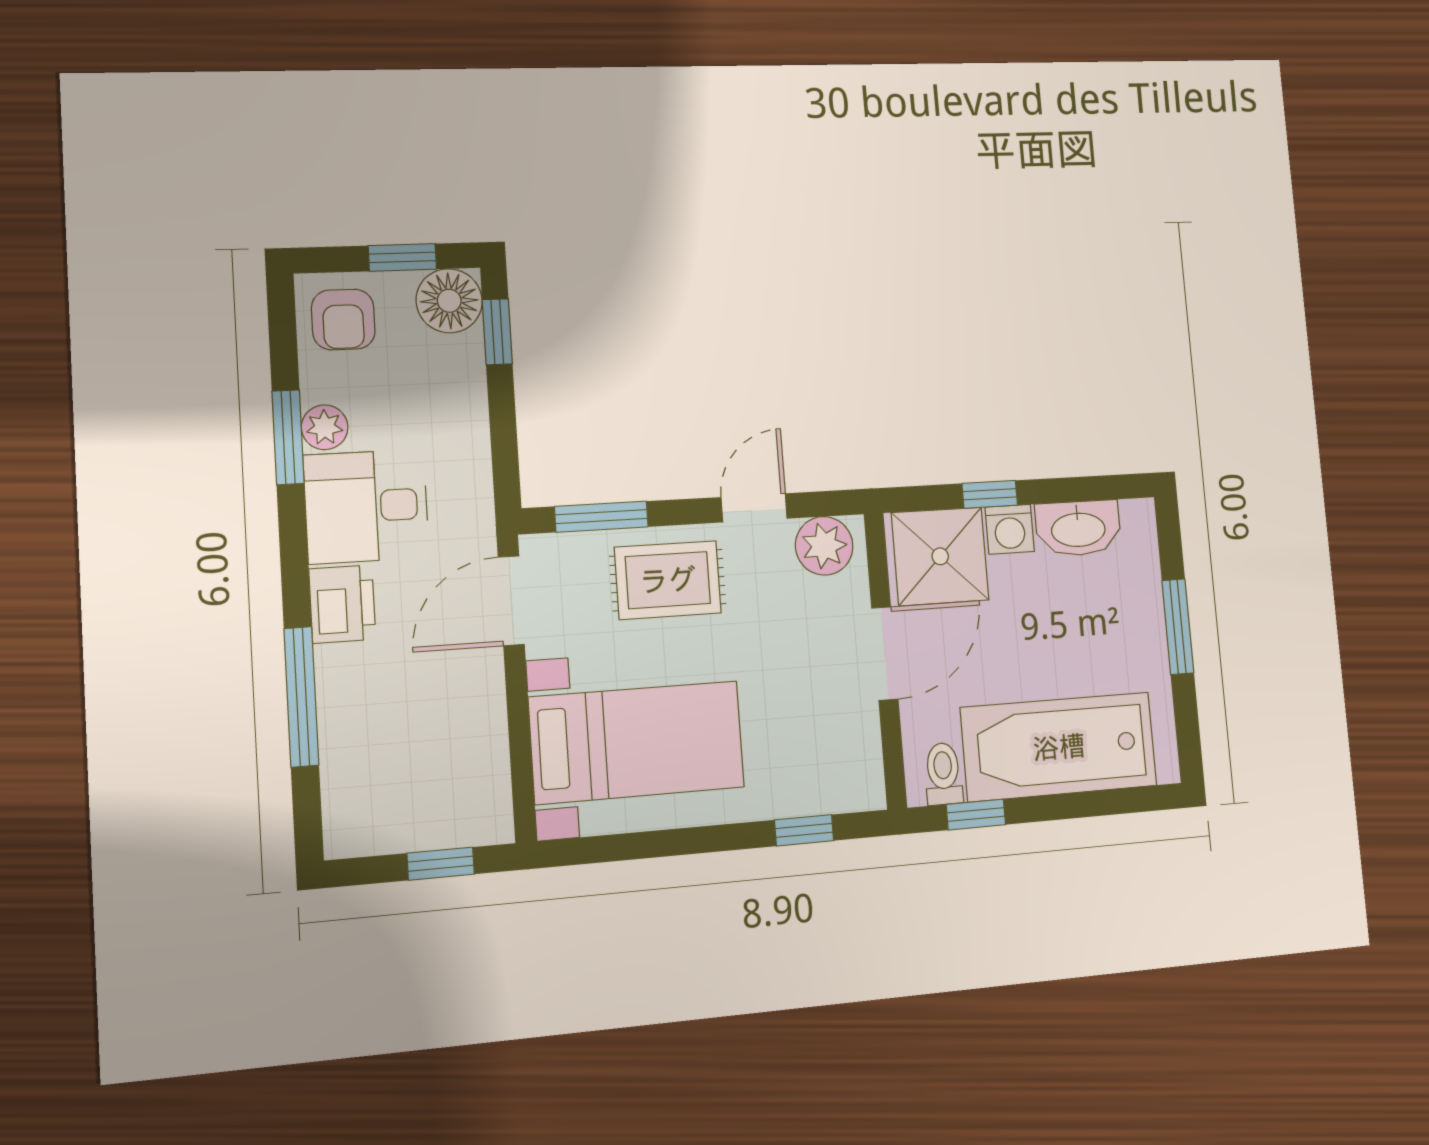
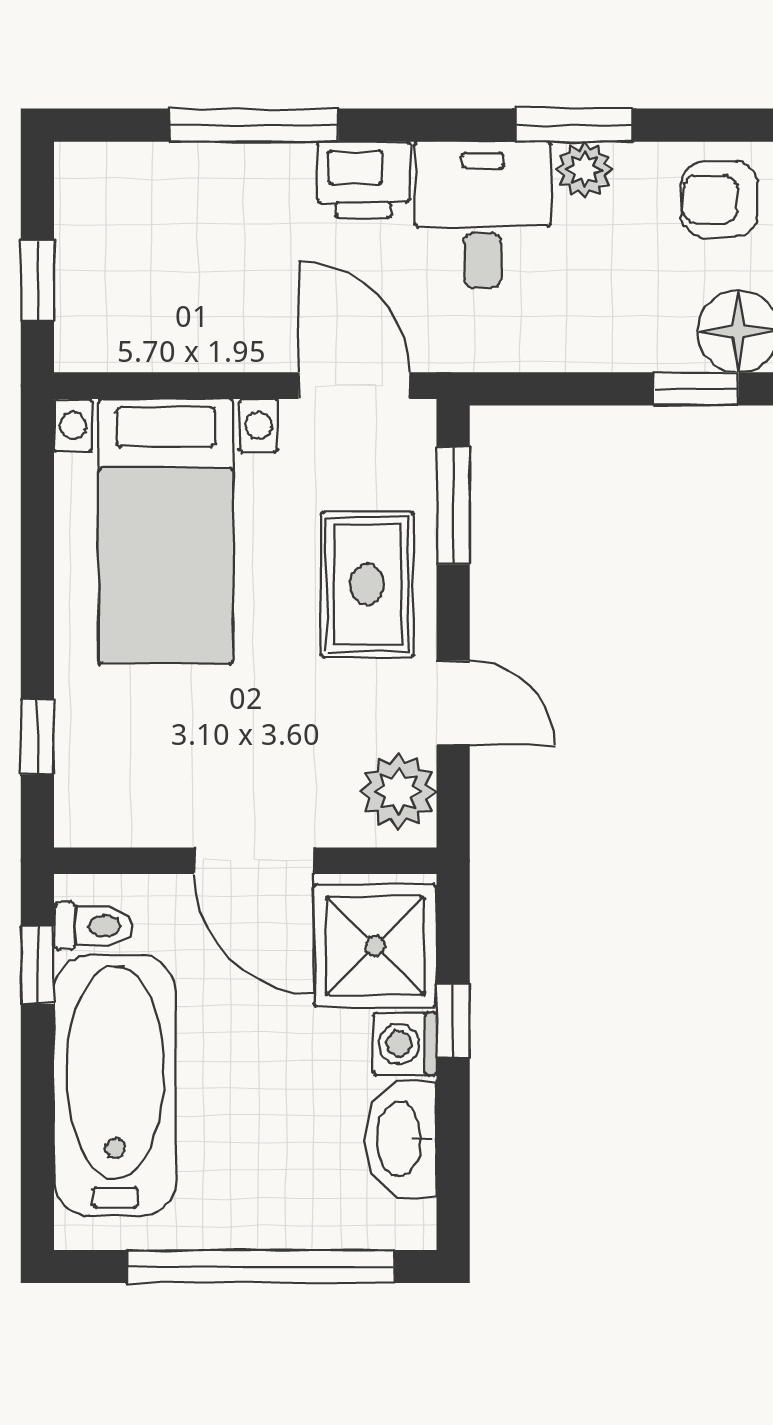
window: (1178, 627) -> (261, 1266), width x2.11

